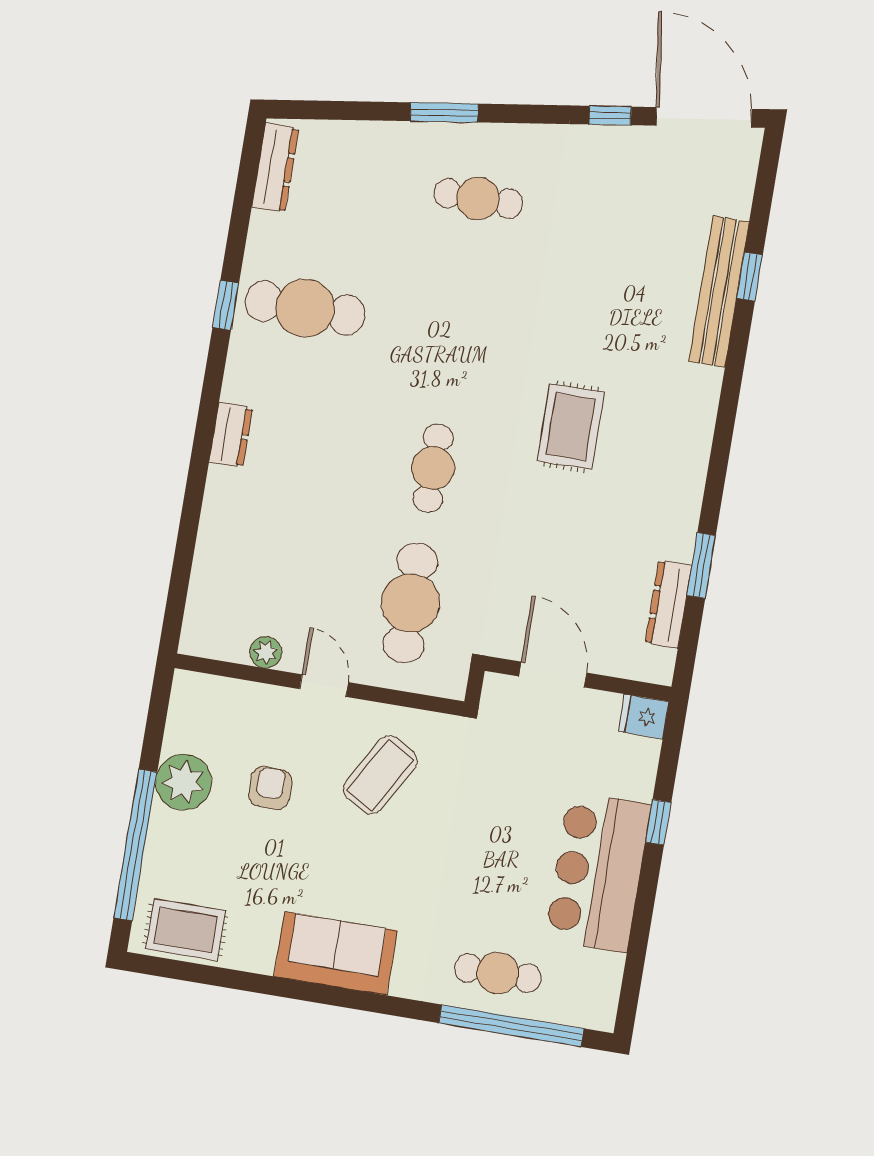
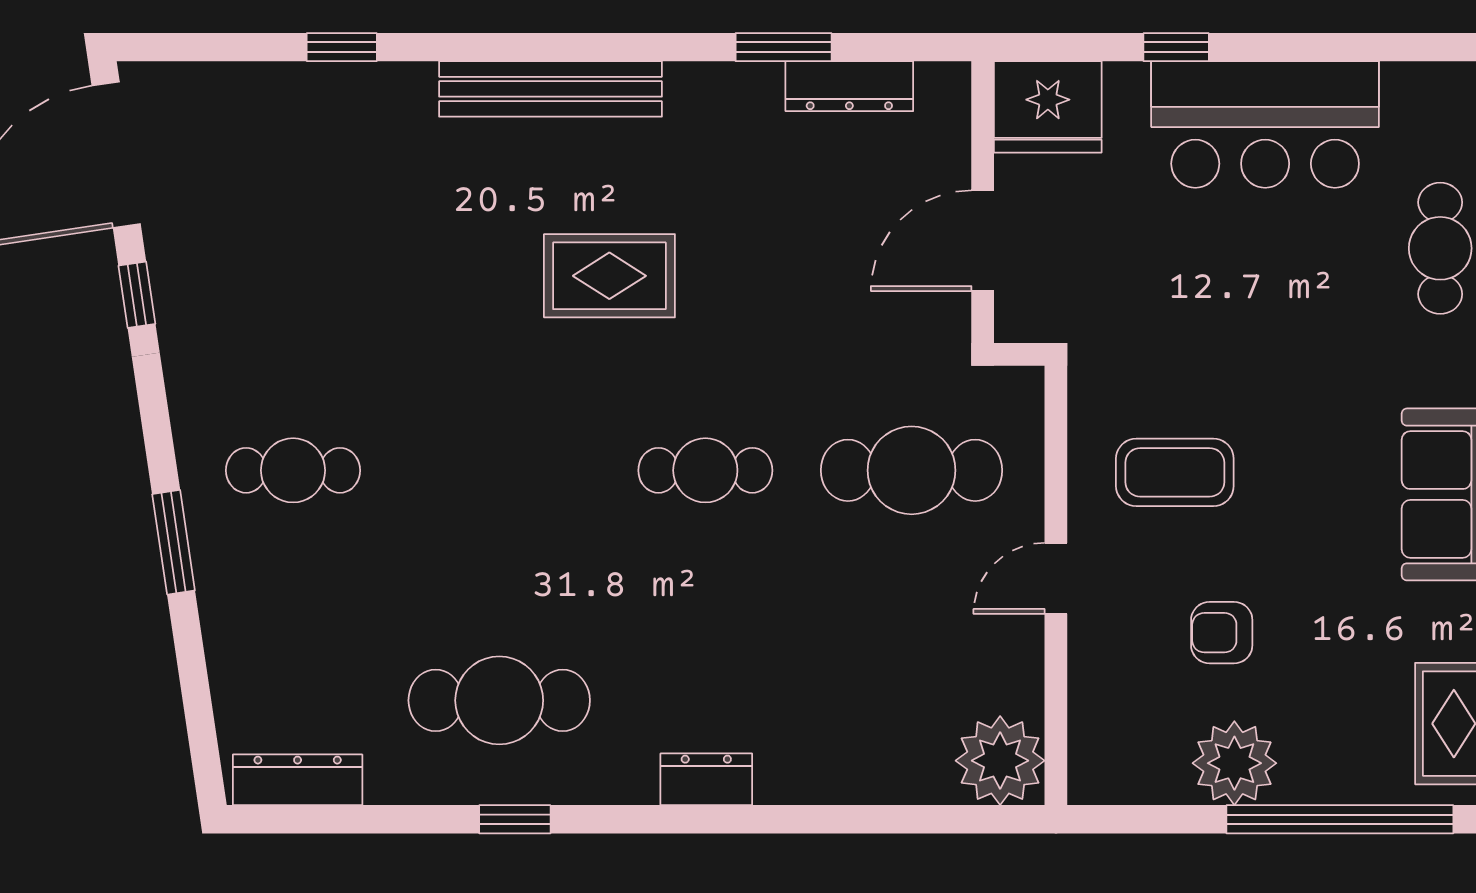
cafe table: (478, 198) -> (293, 470), turned 90
bench: (719, 292) -> (551, 89), moved
cafe table: (305, 308) -> (499, 700), turned 90
plant: (266, 652) -> (1000, 761), moved, width x1.87, depth x1.87
fridge: (644, 717) -> (1048, 107), width x1.88, depth x1.34
coffee table: (380, 775) -> (1175, 472), turned -30

